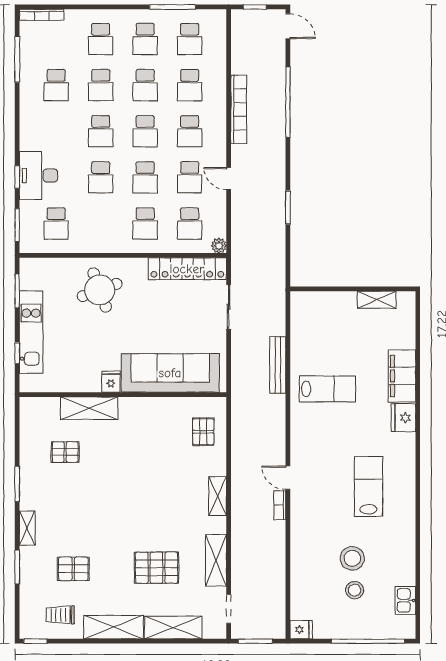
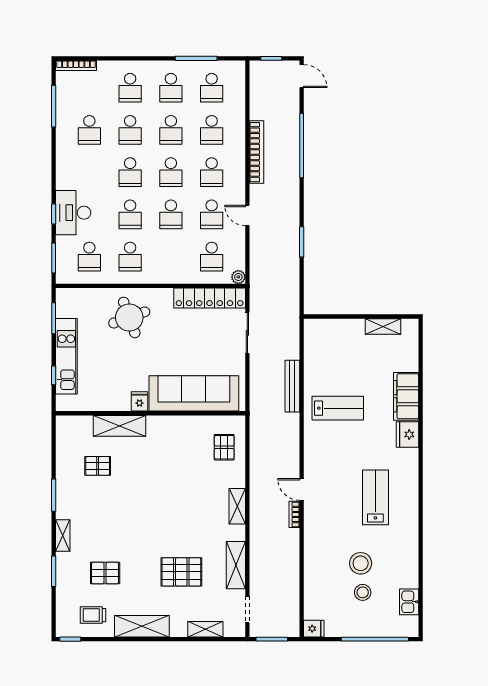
school desk: (145, 223) -> (130, 257), moved
shelving: (173, 628) -> (205, 629), width x0.67, depth x0.75

